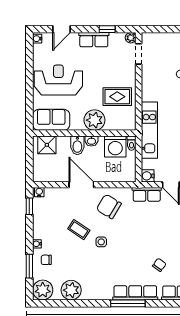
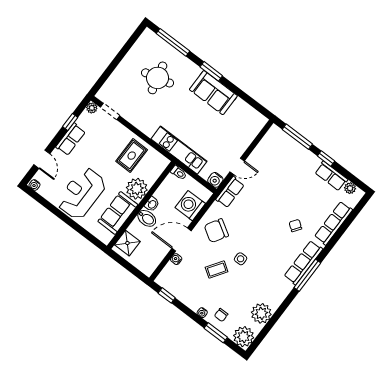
sofa: (51, 120) -> (118, 213), moved
washing machine: (115, 146) -> (190, 206), moved, turned 180
water cooler: (39, 192) -> (176, 259), moved

